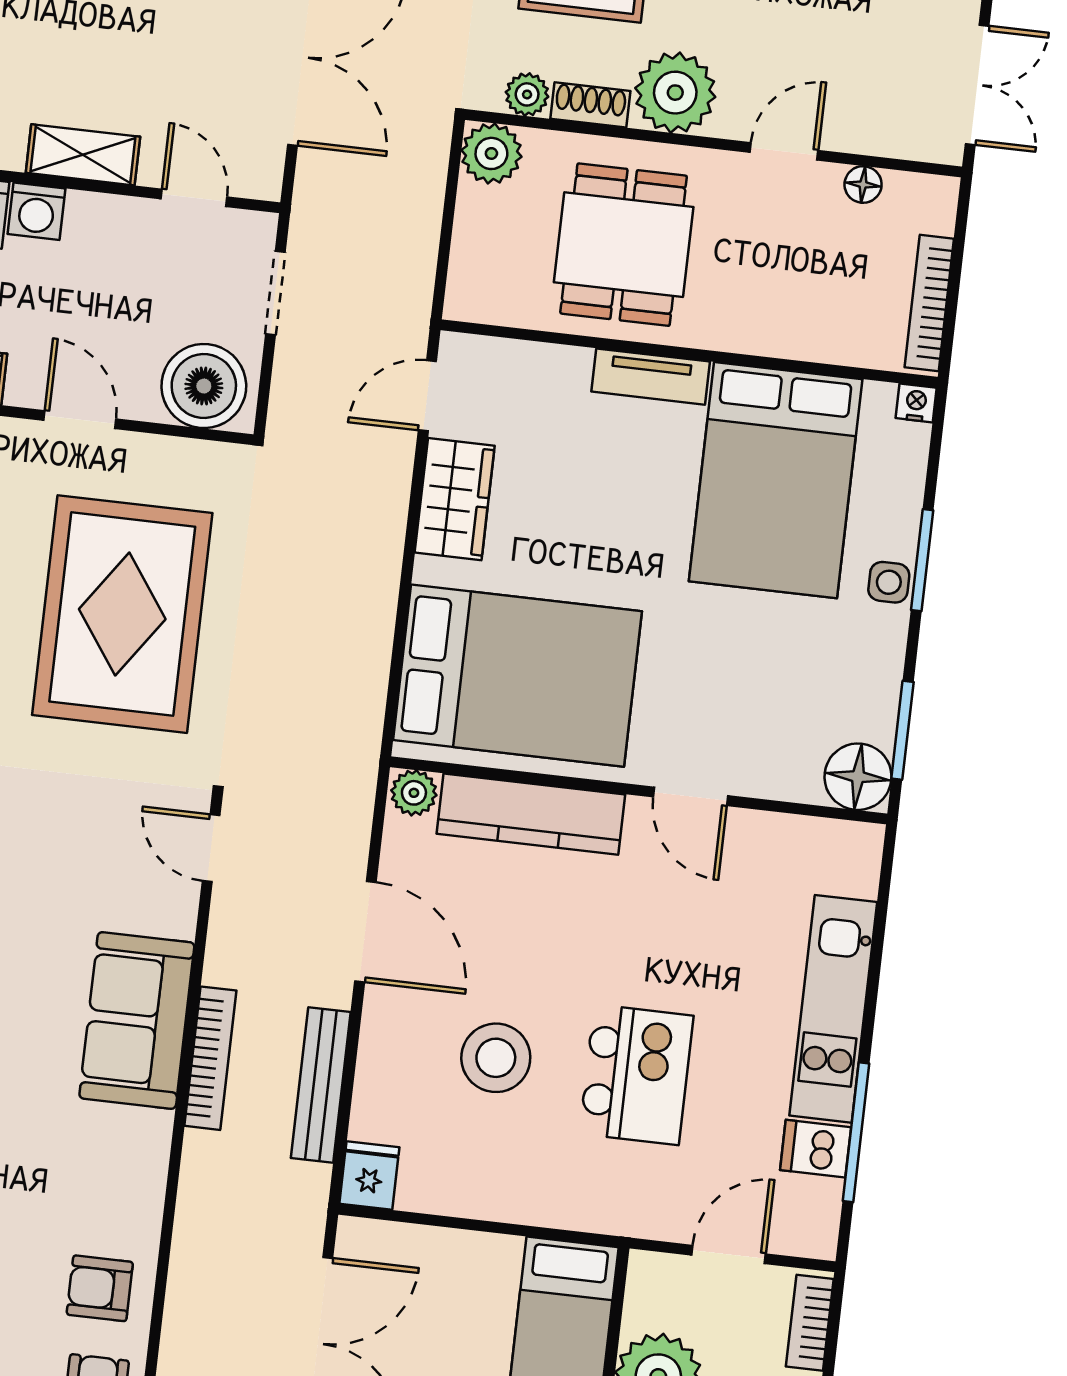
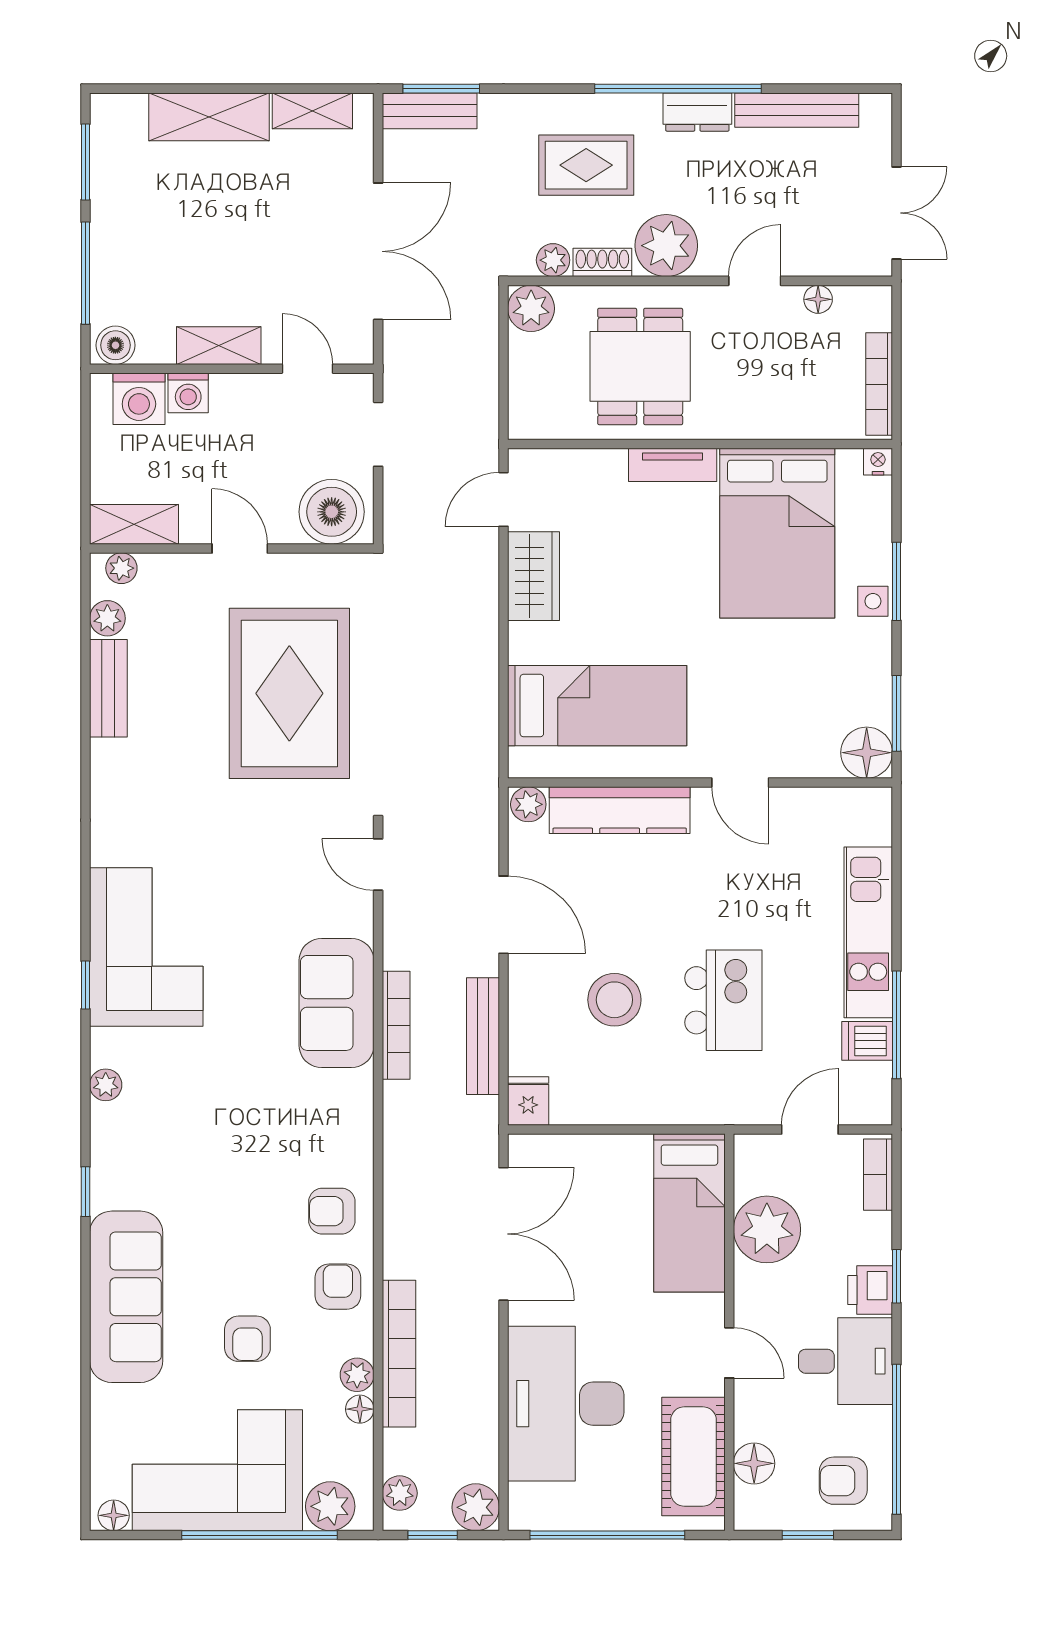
bed: (517, 676) -> (597, 706), width x0.67

